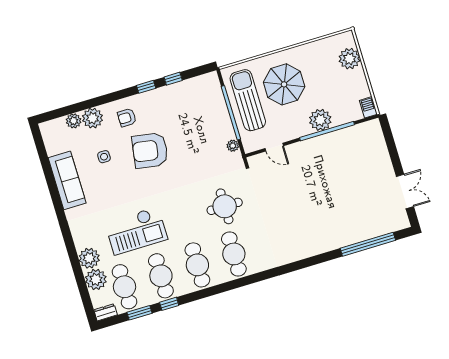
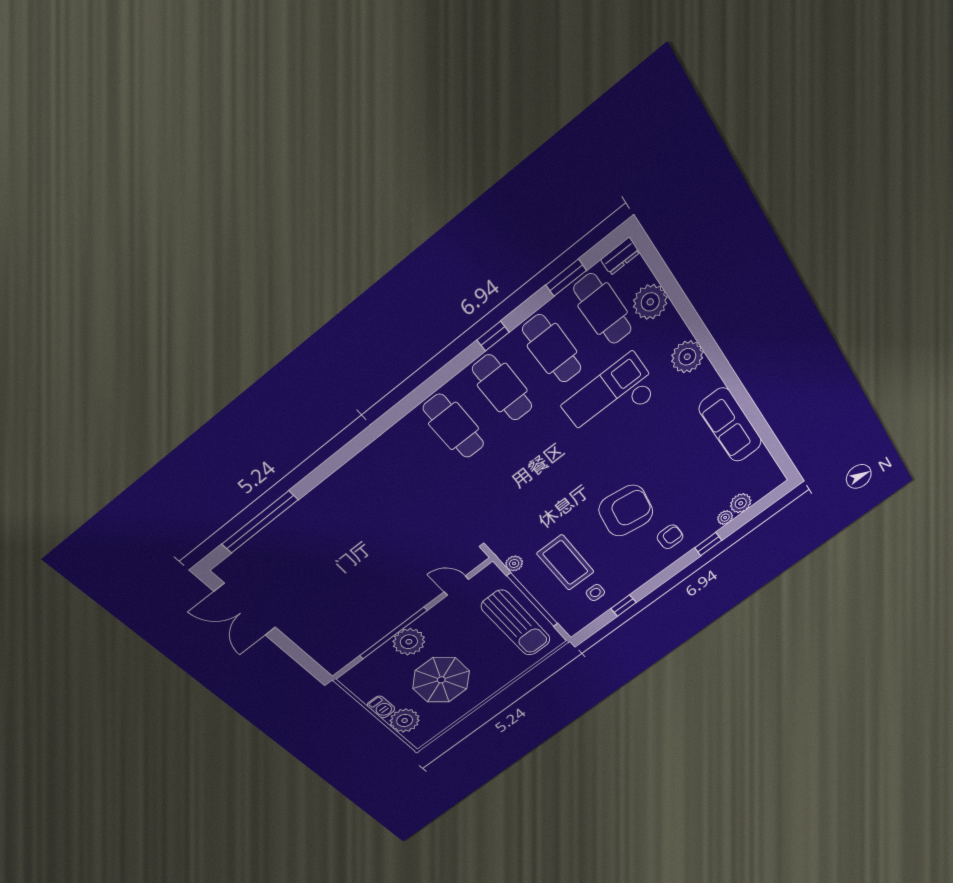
parasol: (284, 84) -> (441, 680), moved
window: (146, 87) -> (708, 544), moved
barbecue: (368, 107) -> (381, 707), moved
plant: (93, 118) -> (725, 518), width x0.53, depth x0.53
coffee table: (200, 131) -> (565, 563), added
side table: (104, 157) -> (595, 593), moved
double door: (405, 192) -> (245, 609), width x1.37
round table: (225, 206) -> (494, 484), removed
plant: (89, 258) -> (687, 357), moved
window: (169, 304) -> (493, 336), moved

